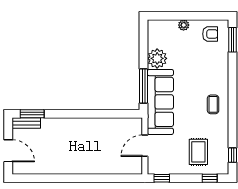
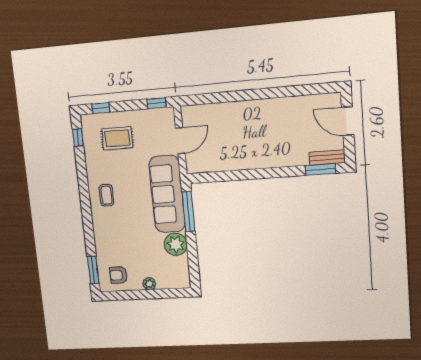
rug: (198, 152) -> (117, 138), turned 90

